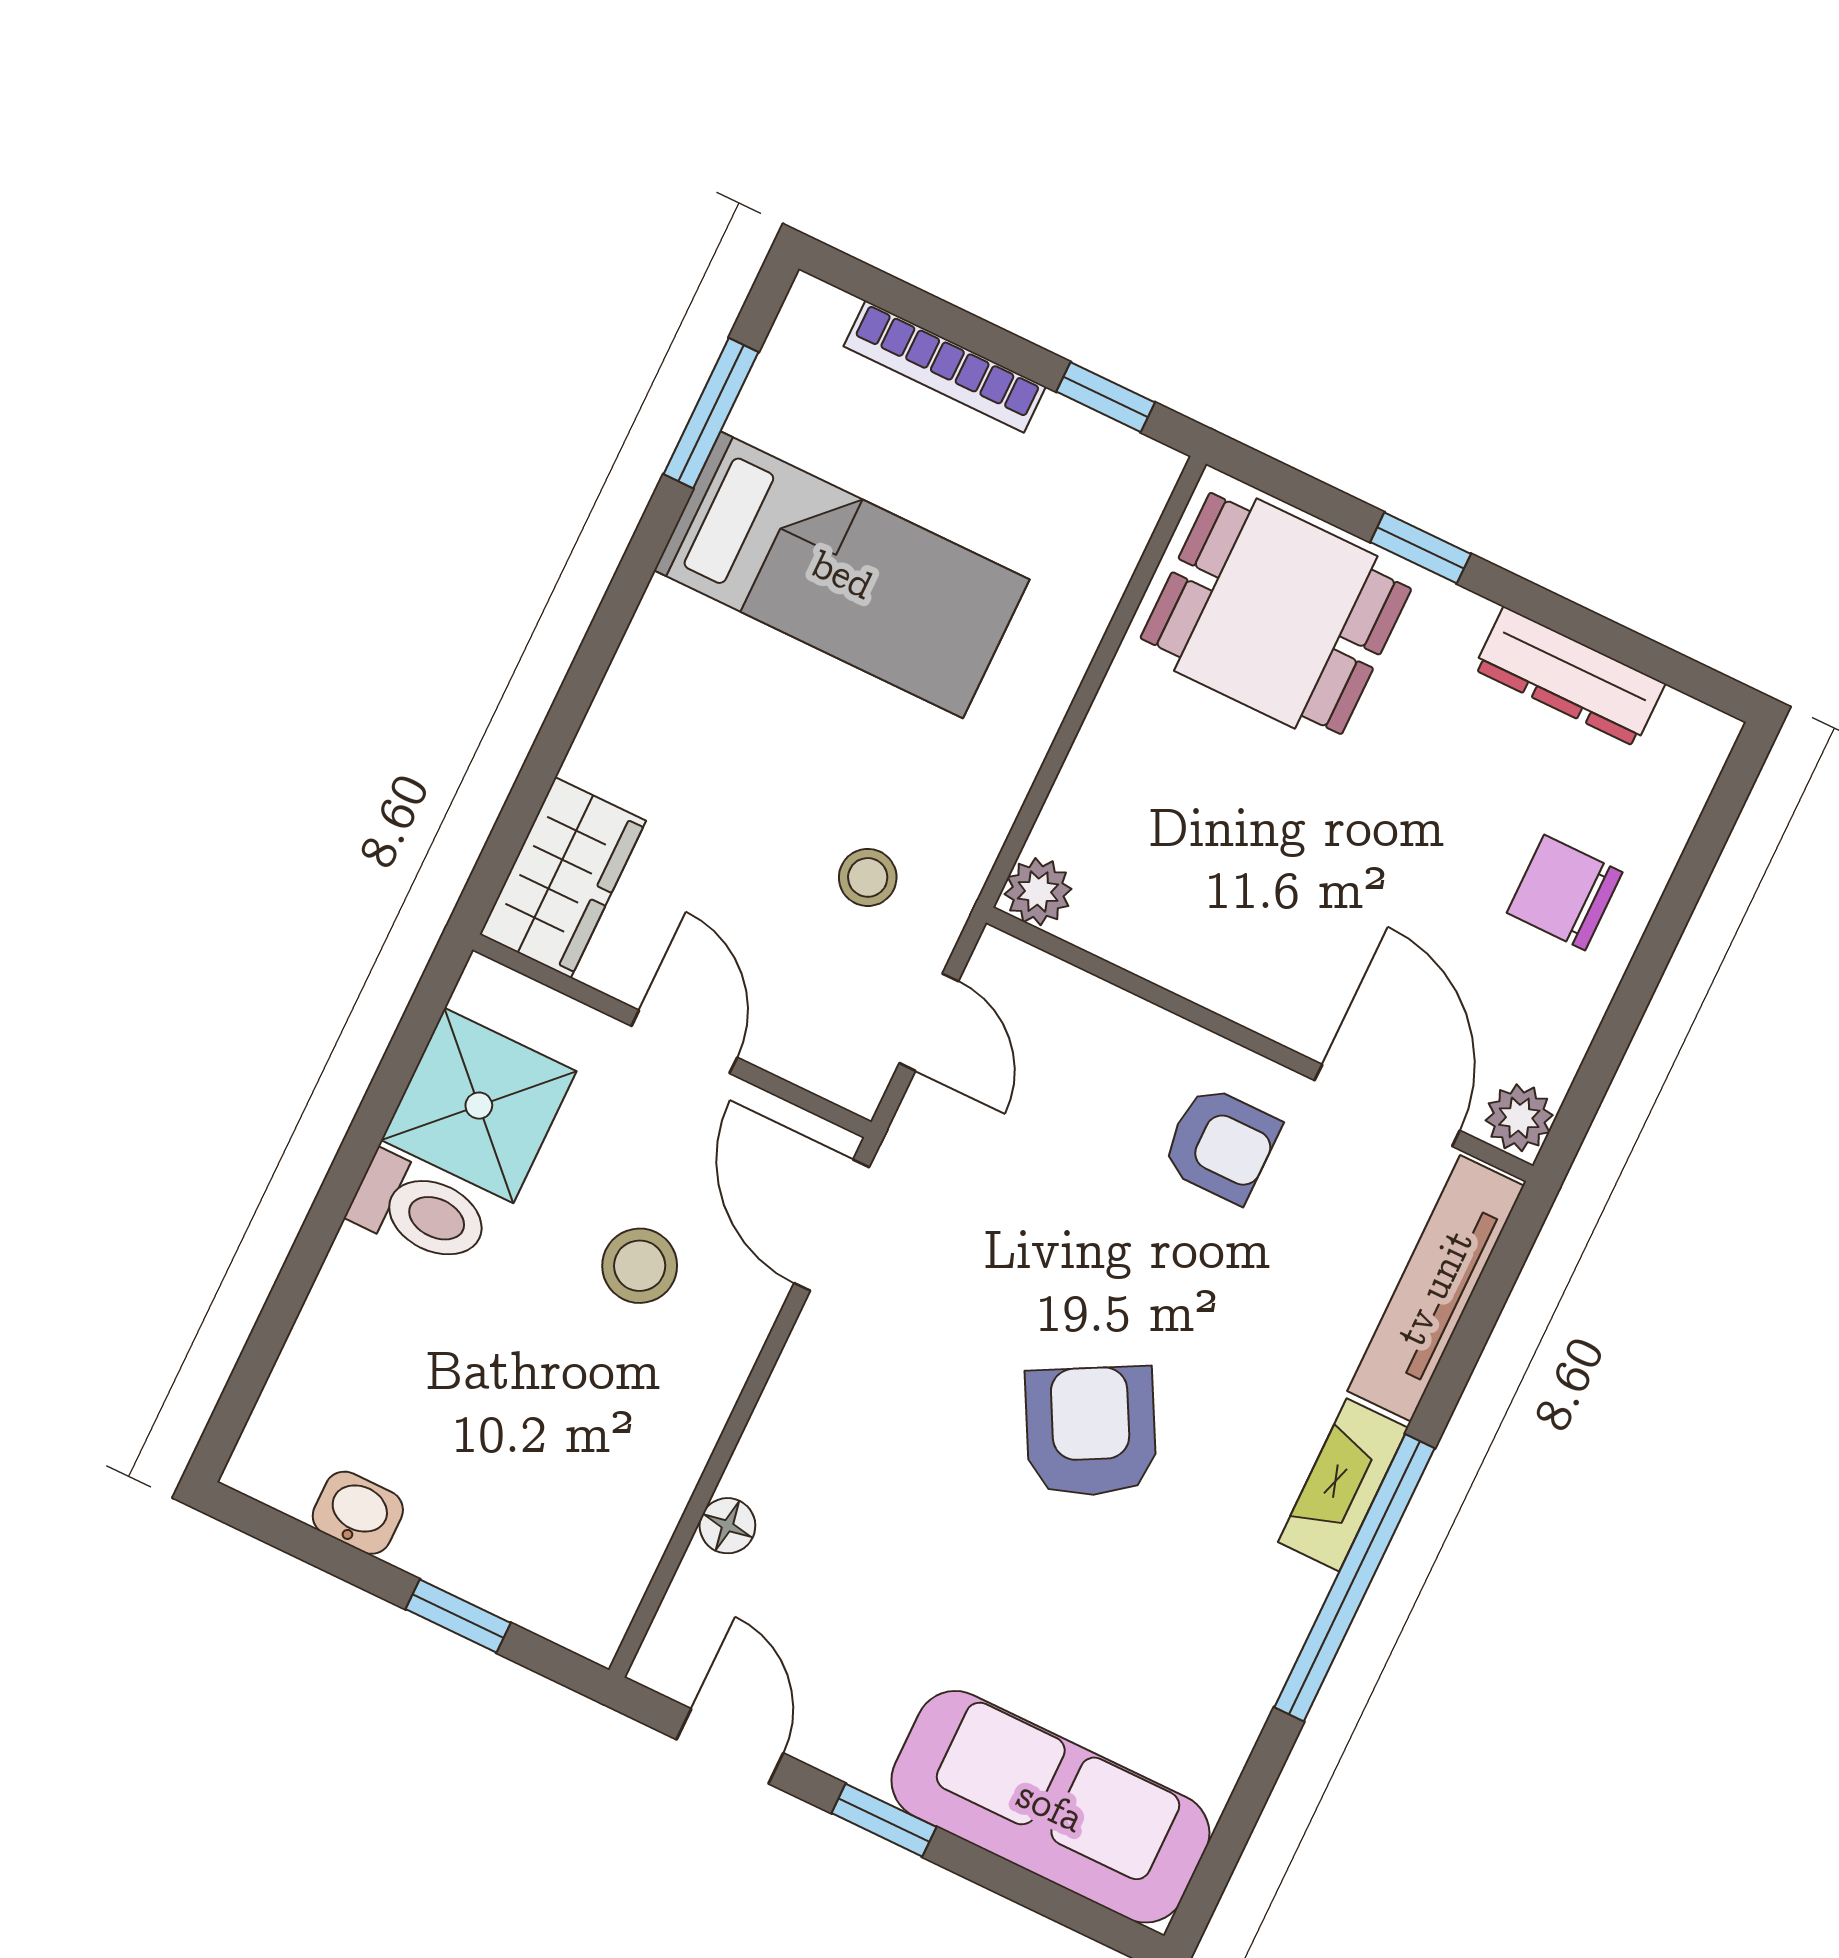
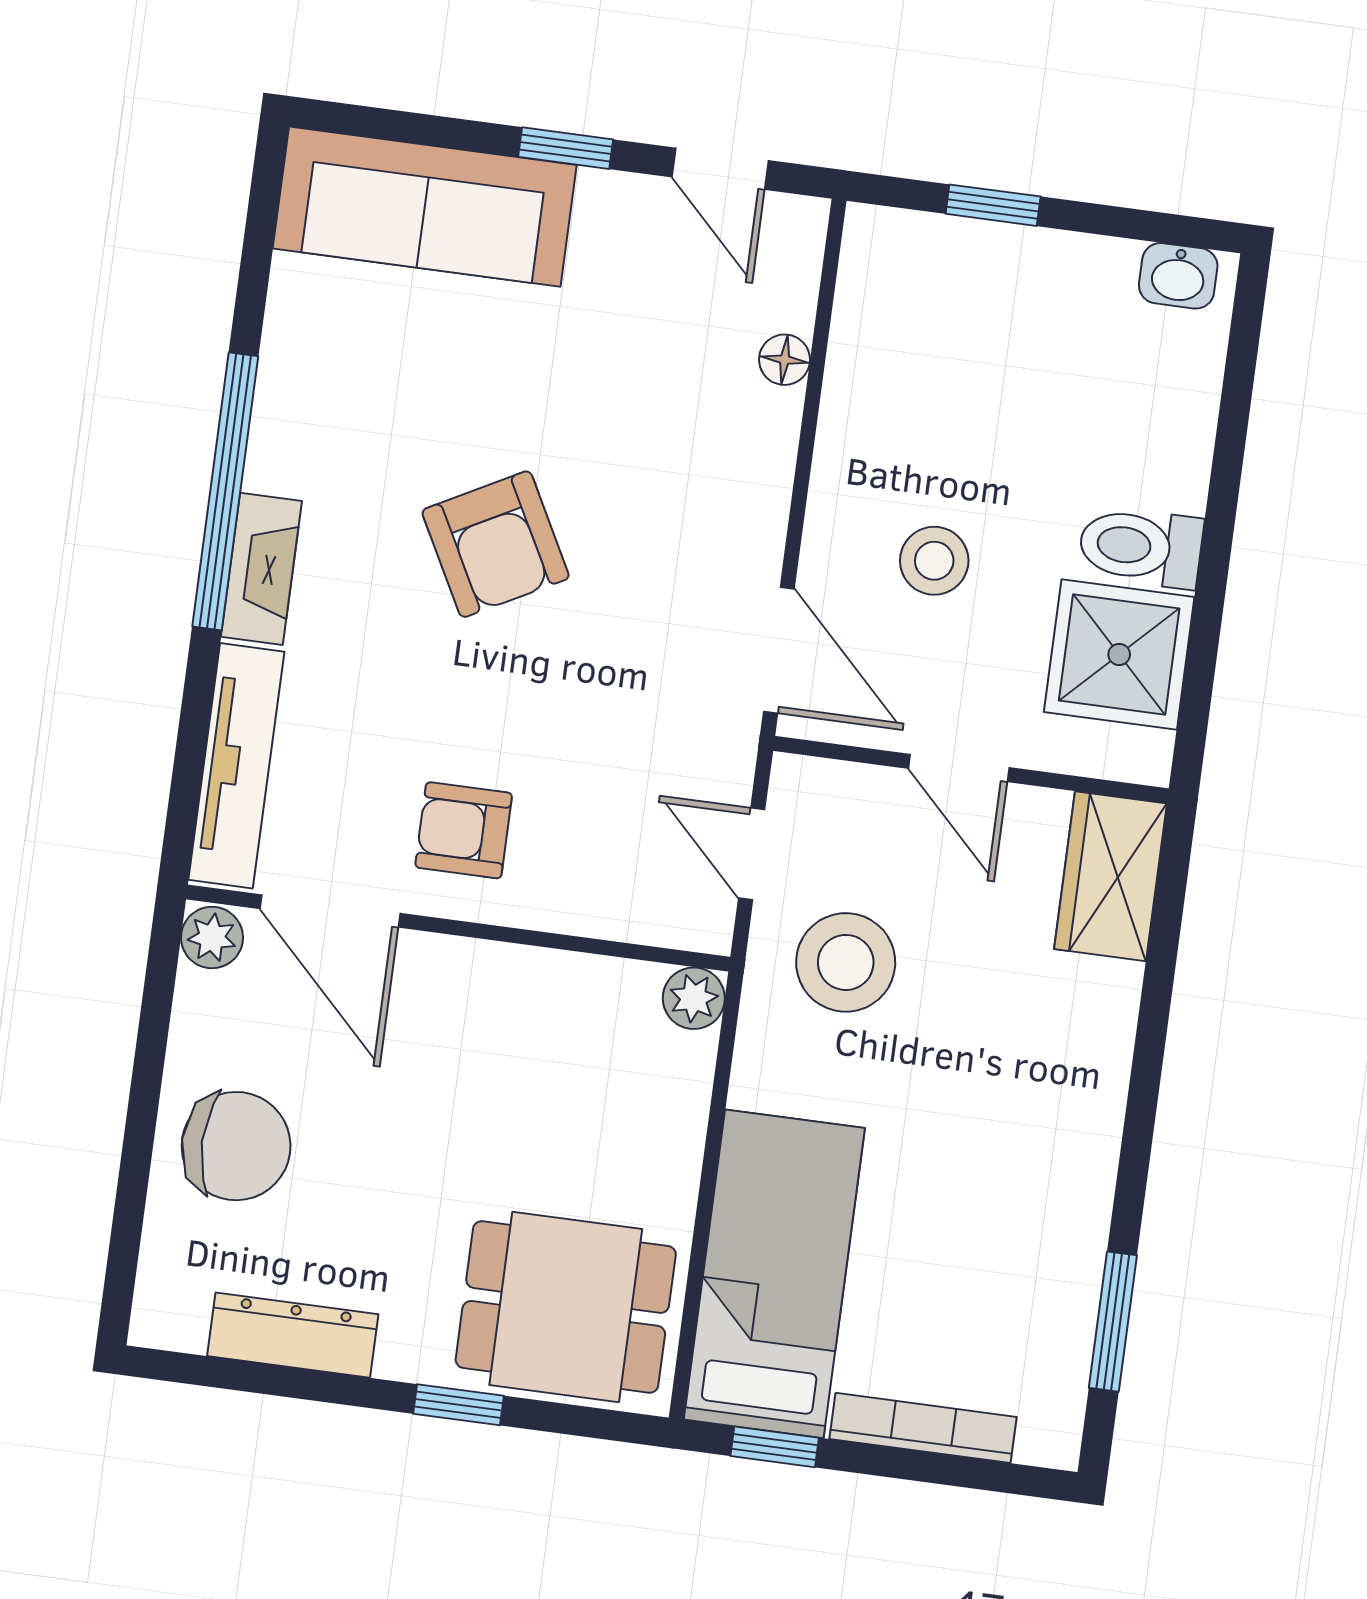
bed: (842, 575) -> (774, 1274), moved, turned 90
stool: (868, 877) -> (846, 962), width x1.89, depth x1.89
chair: (1565, 893) -> (236, 1146), width x1.37, depth x1.37
washbasin: (358, 1513) -> (1178, 276), moved

